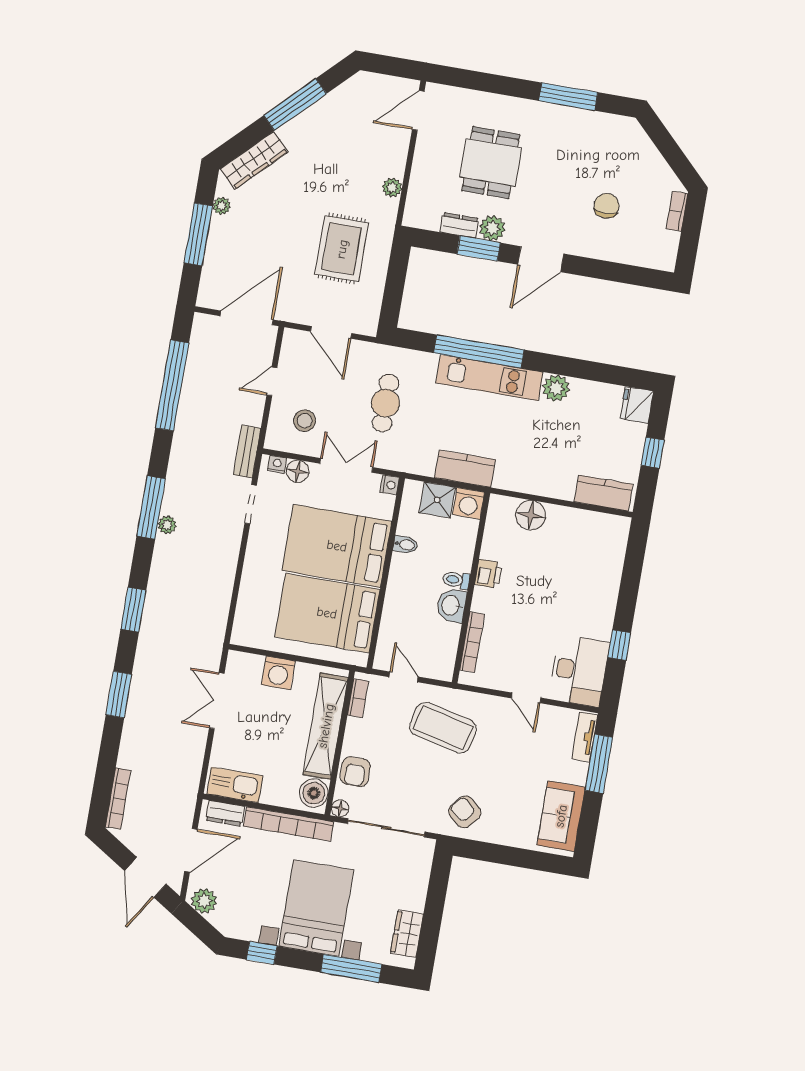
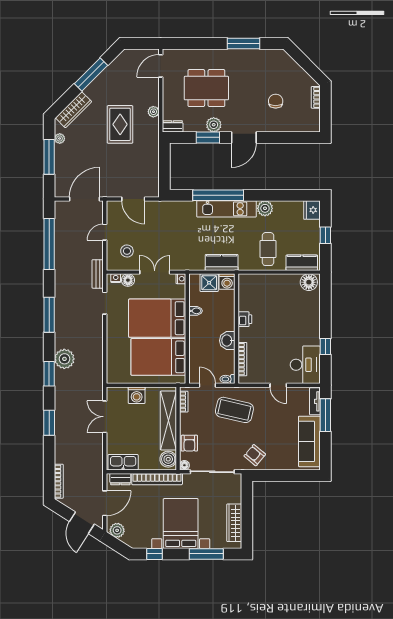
dining table: (491, 163) -> (206, 88), width x1.38
dresser: (459, 225) -> (173, 126), moved
rug: (342, 249) -> (120, 124), moved
cafe table: (385, 403) -> (268, 249), moved
floor lamp: (531, 515) -> (309, 282), moved
plant: (167, 525) -> (64, 359), moved, width x1.88, depth x1.88
toilet: (456, 580) -> (227, 379), moved
sofa: (561, 816) -> (309, 441), width x1.36
wardrobe: (407, 934) -> (234, 523), width x1.50

